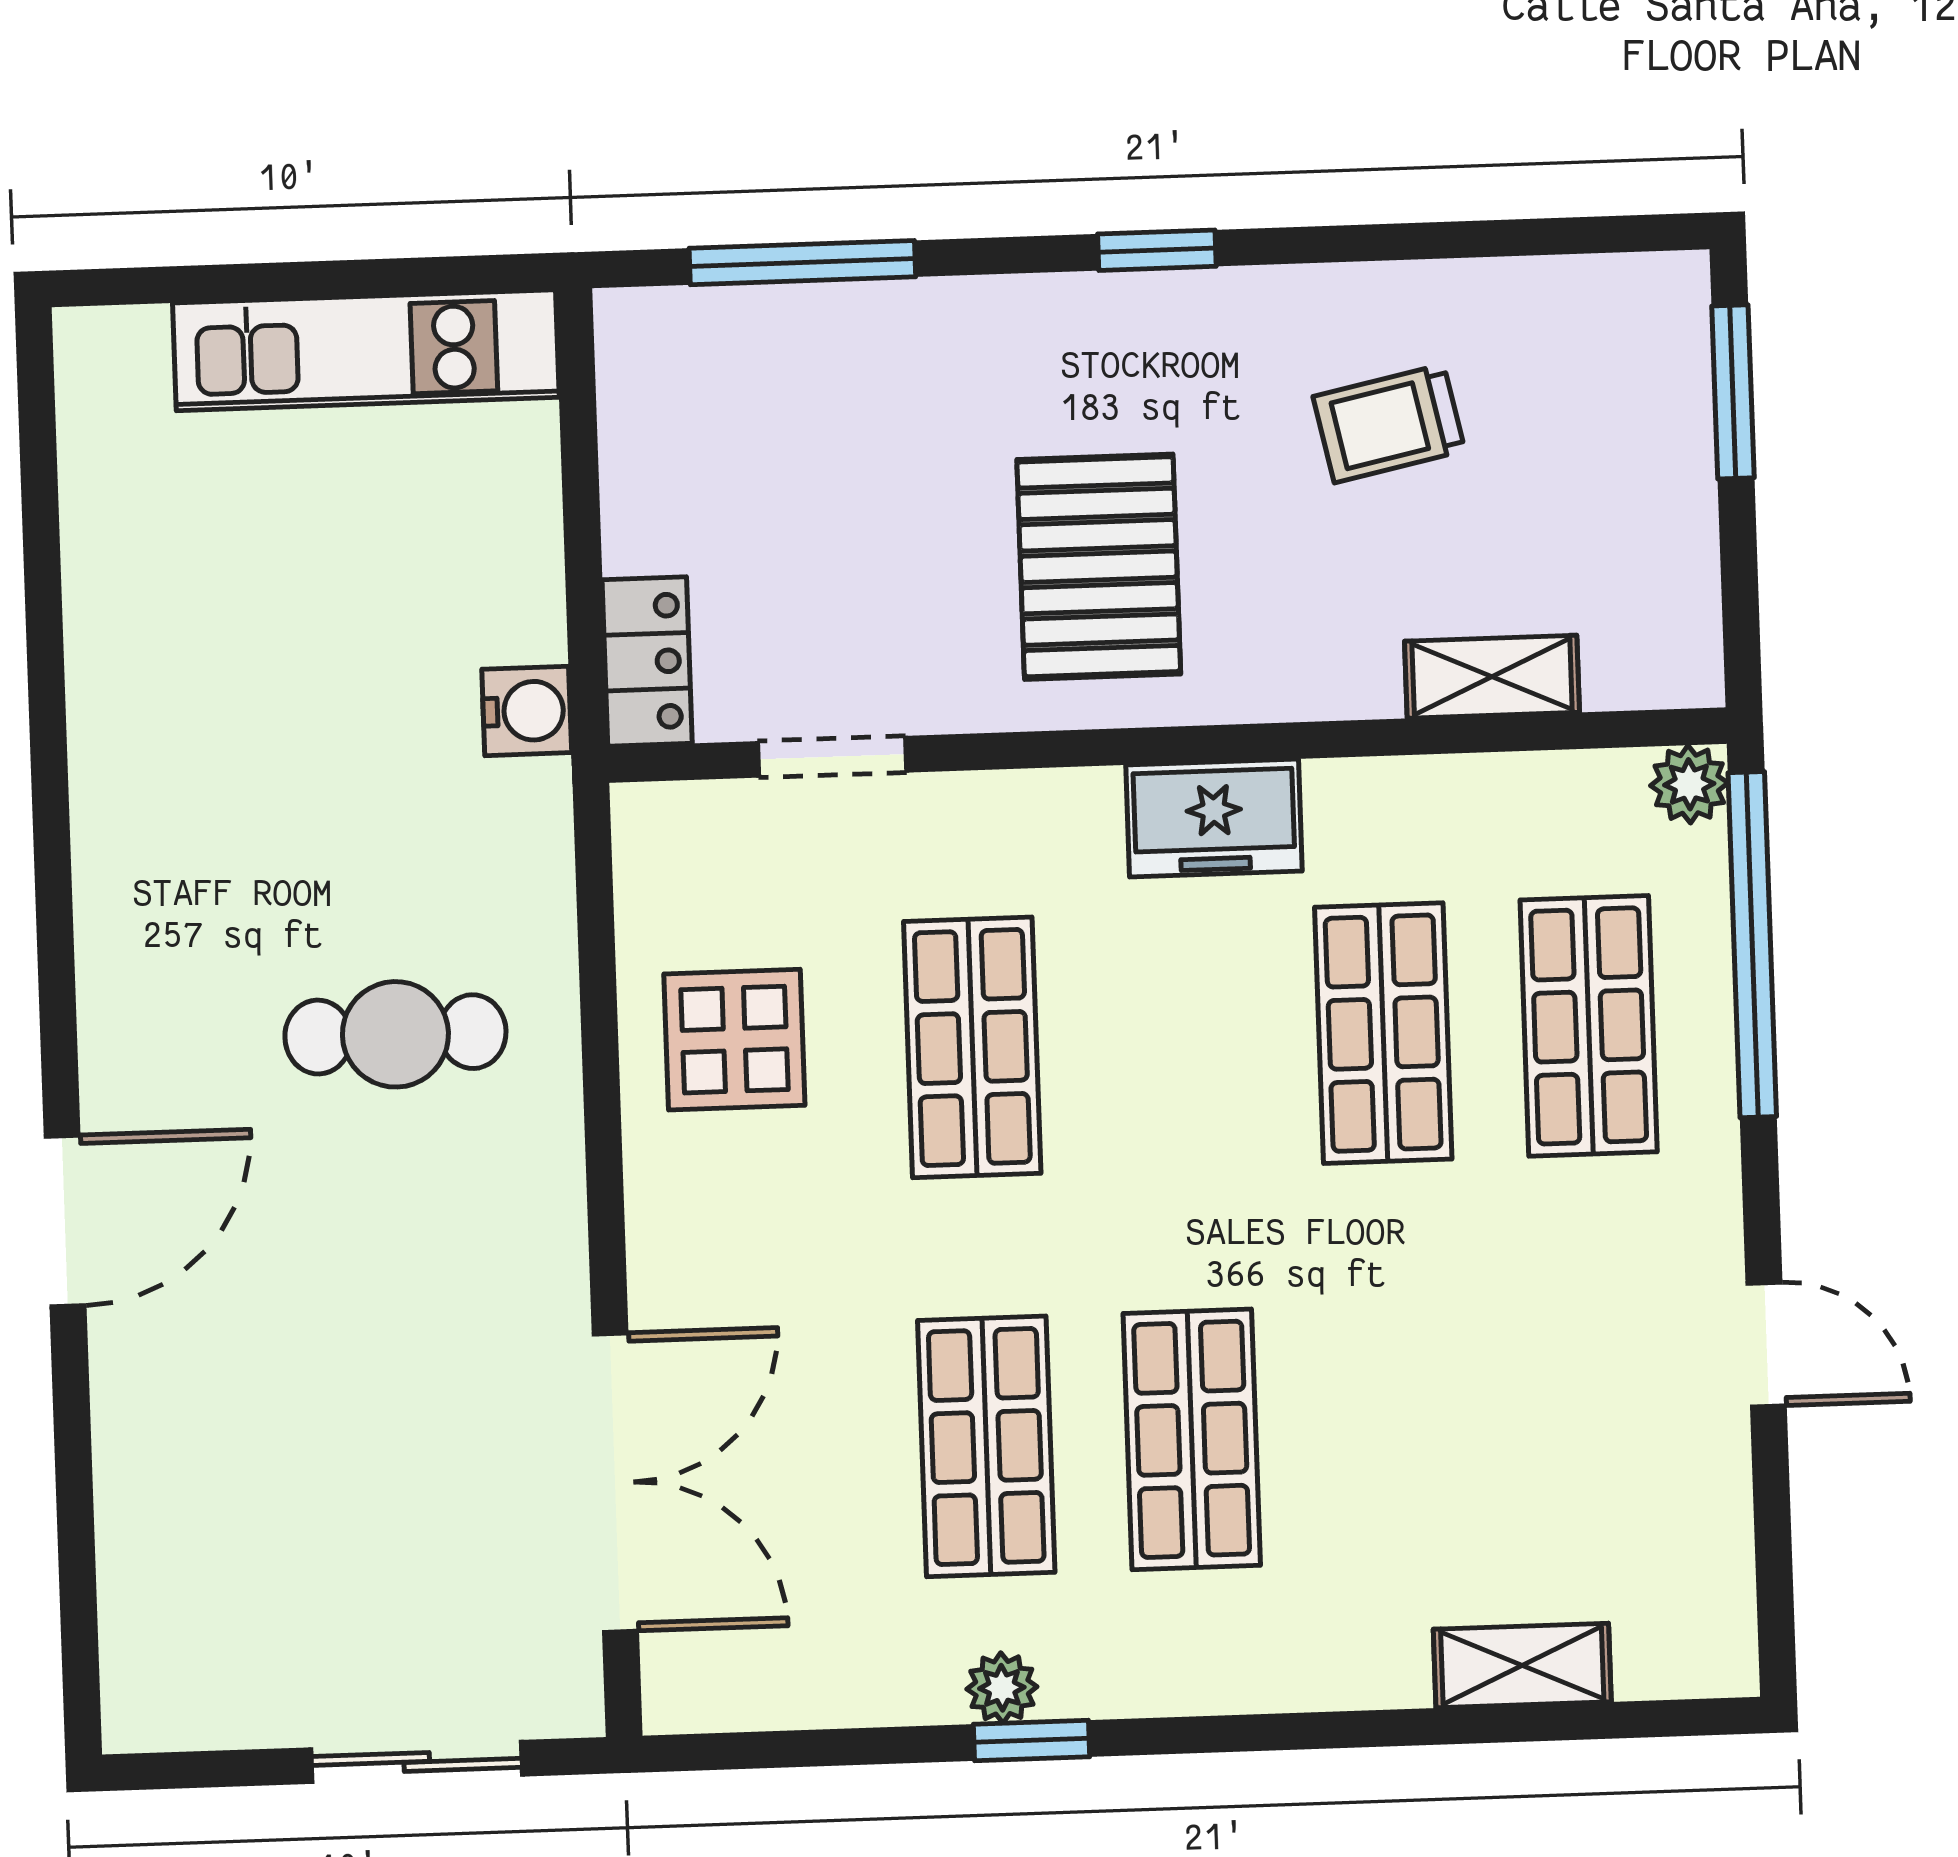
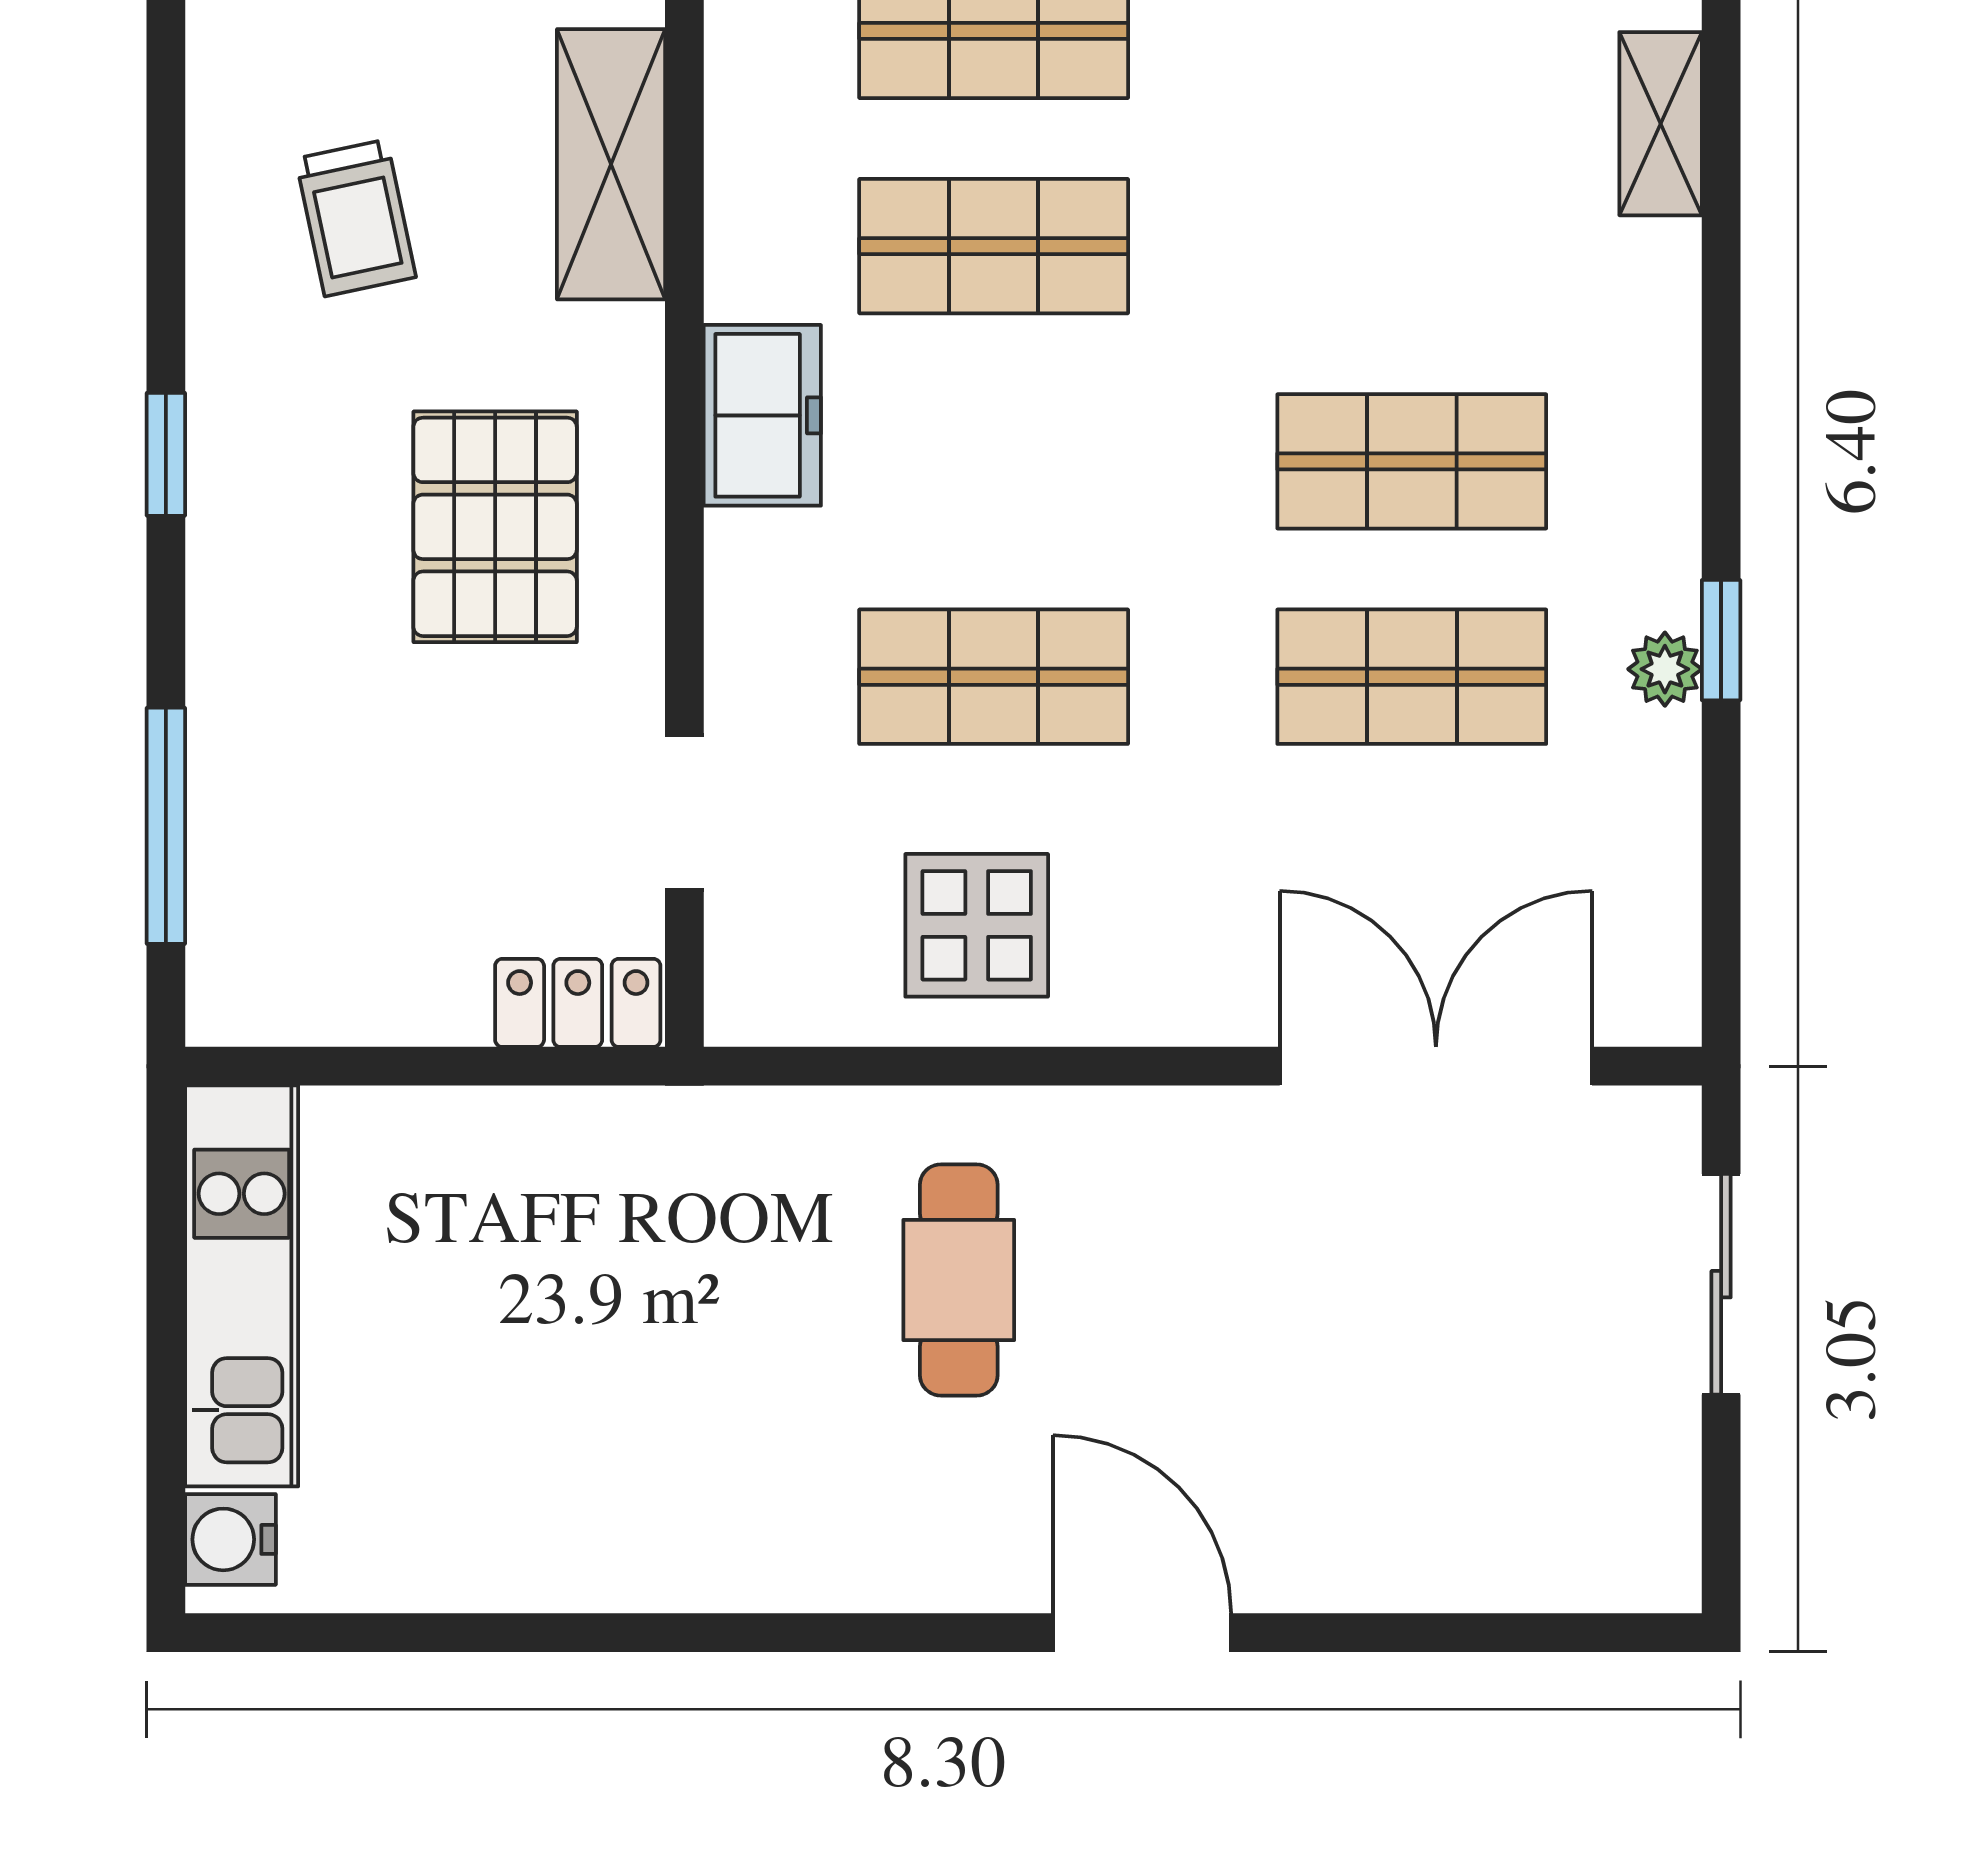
pallet: (1099, 567) -> (495, 527), turned 90
shelving: (1492, 677) -> (611, 164), width x1.50, depth x1.33
water cooler: (527, 711) -> (230, 1539), moved, turned -90

